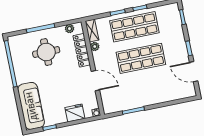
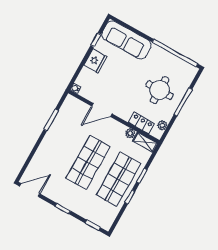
locker: (82, 50) -> (141, 123), width x0.66
door: (194, 72) -> (30, 190), moved
fridge: (75, 113) -> (95, 61), moved

